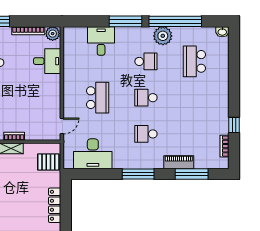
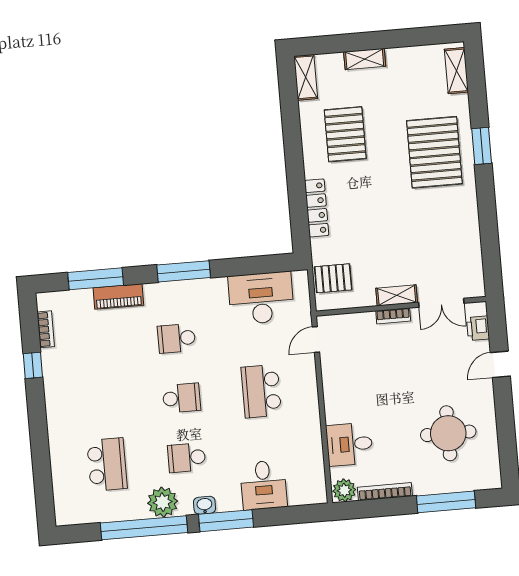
washbasin: (222, 32) -> (205, 505), moved
school desk: (146, 134) -> (176, 338), turned 180

